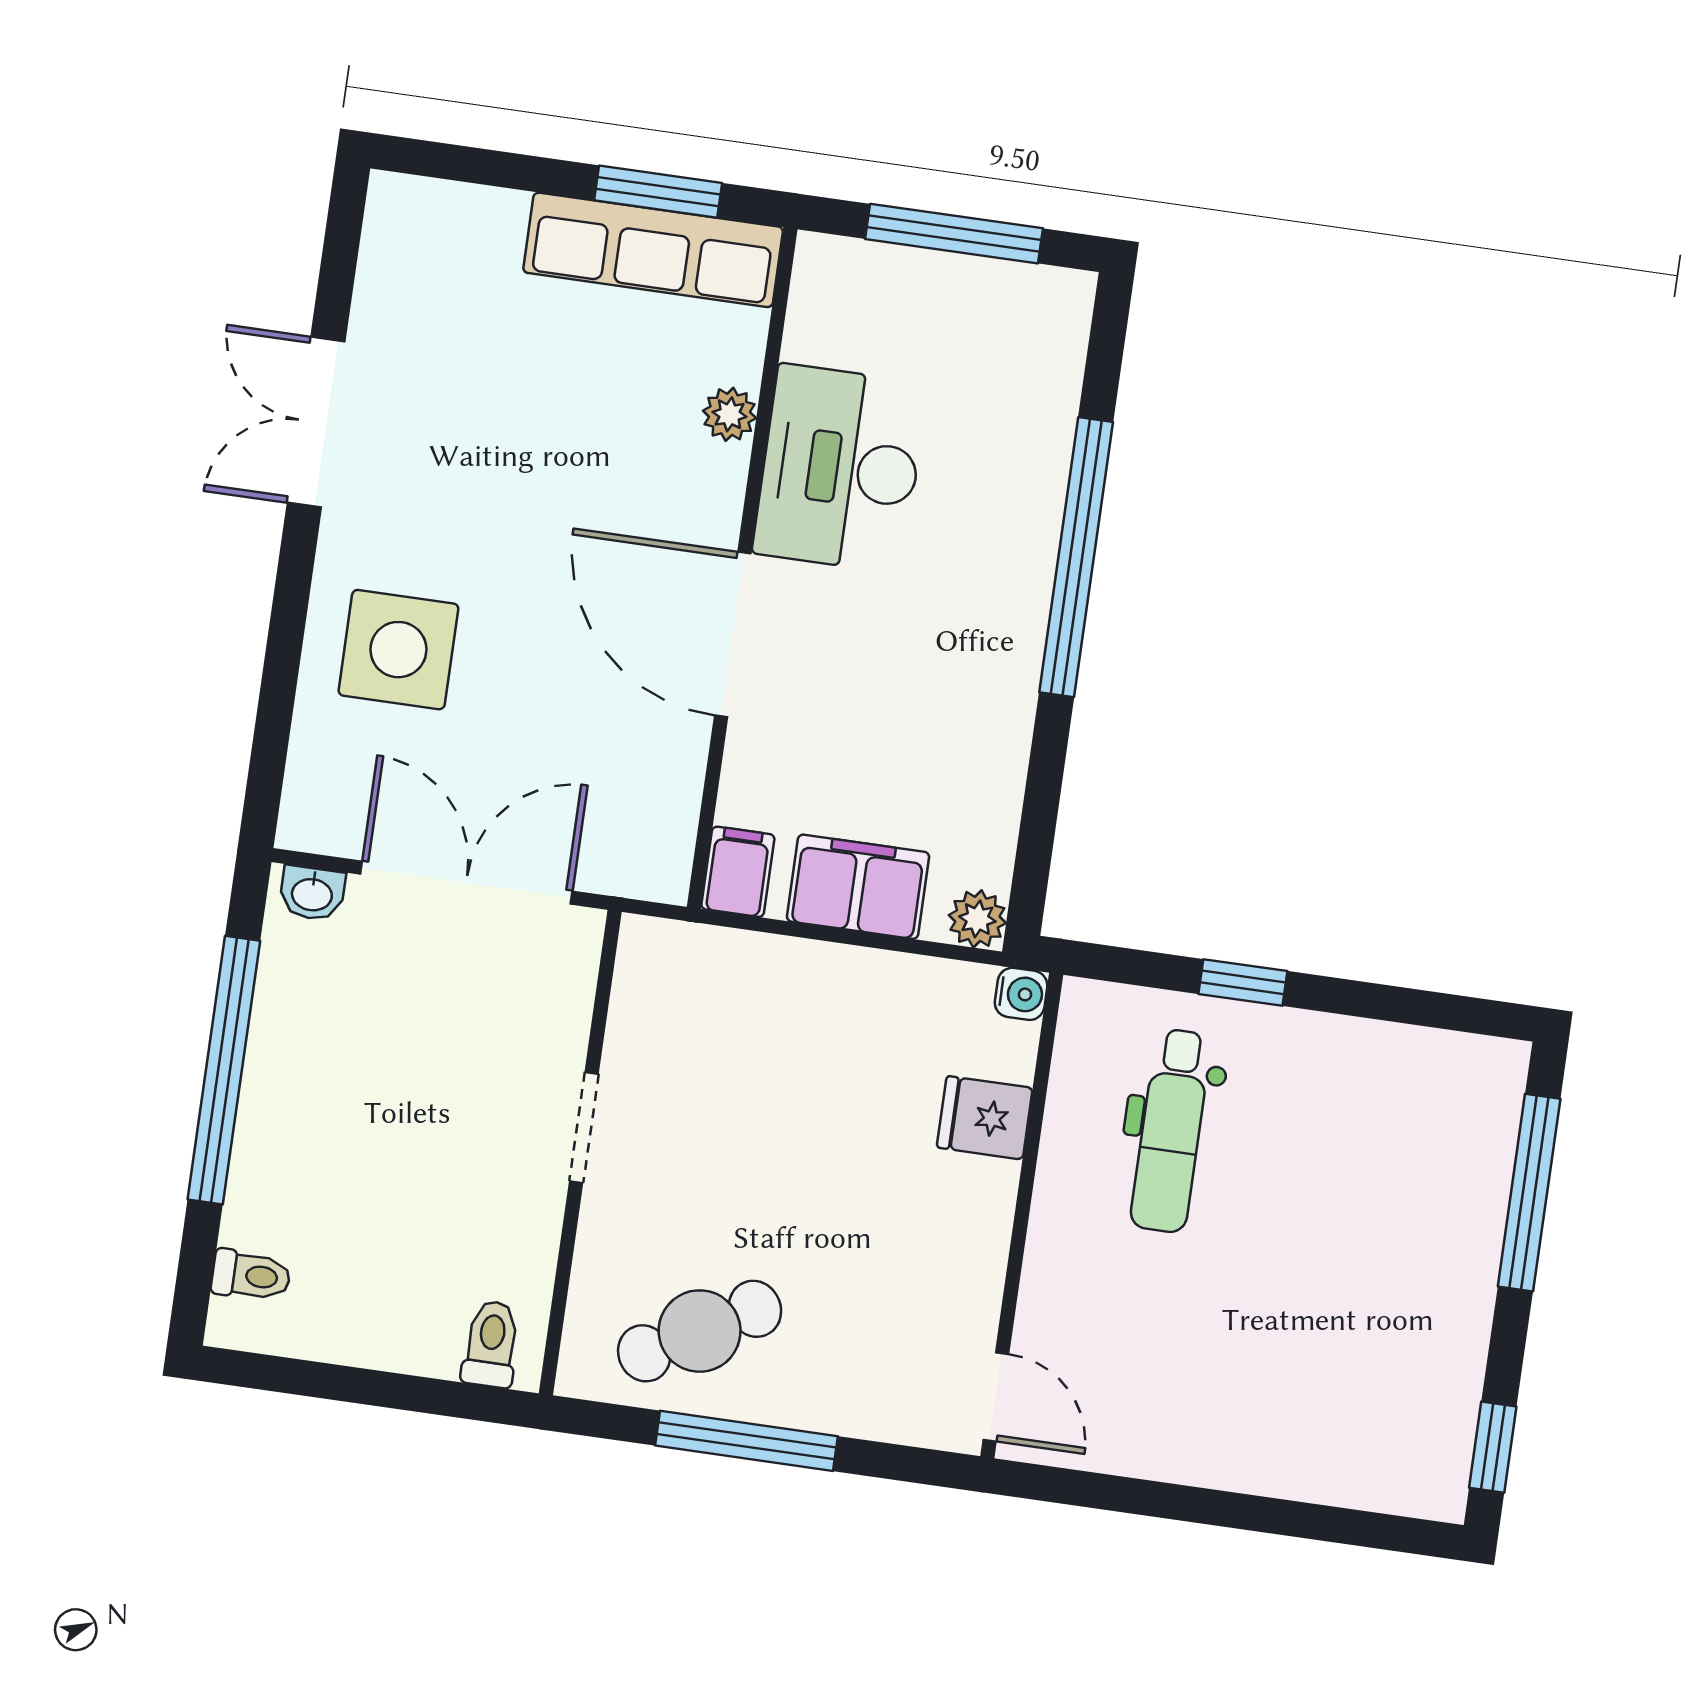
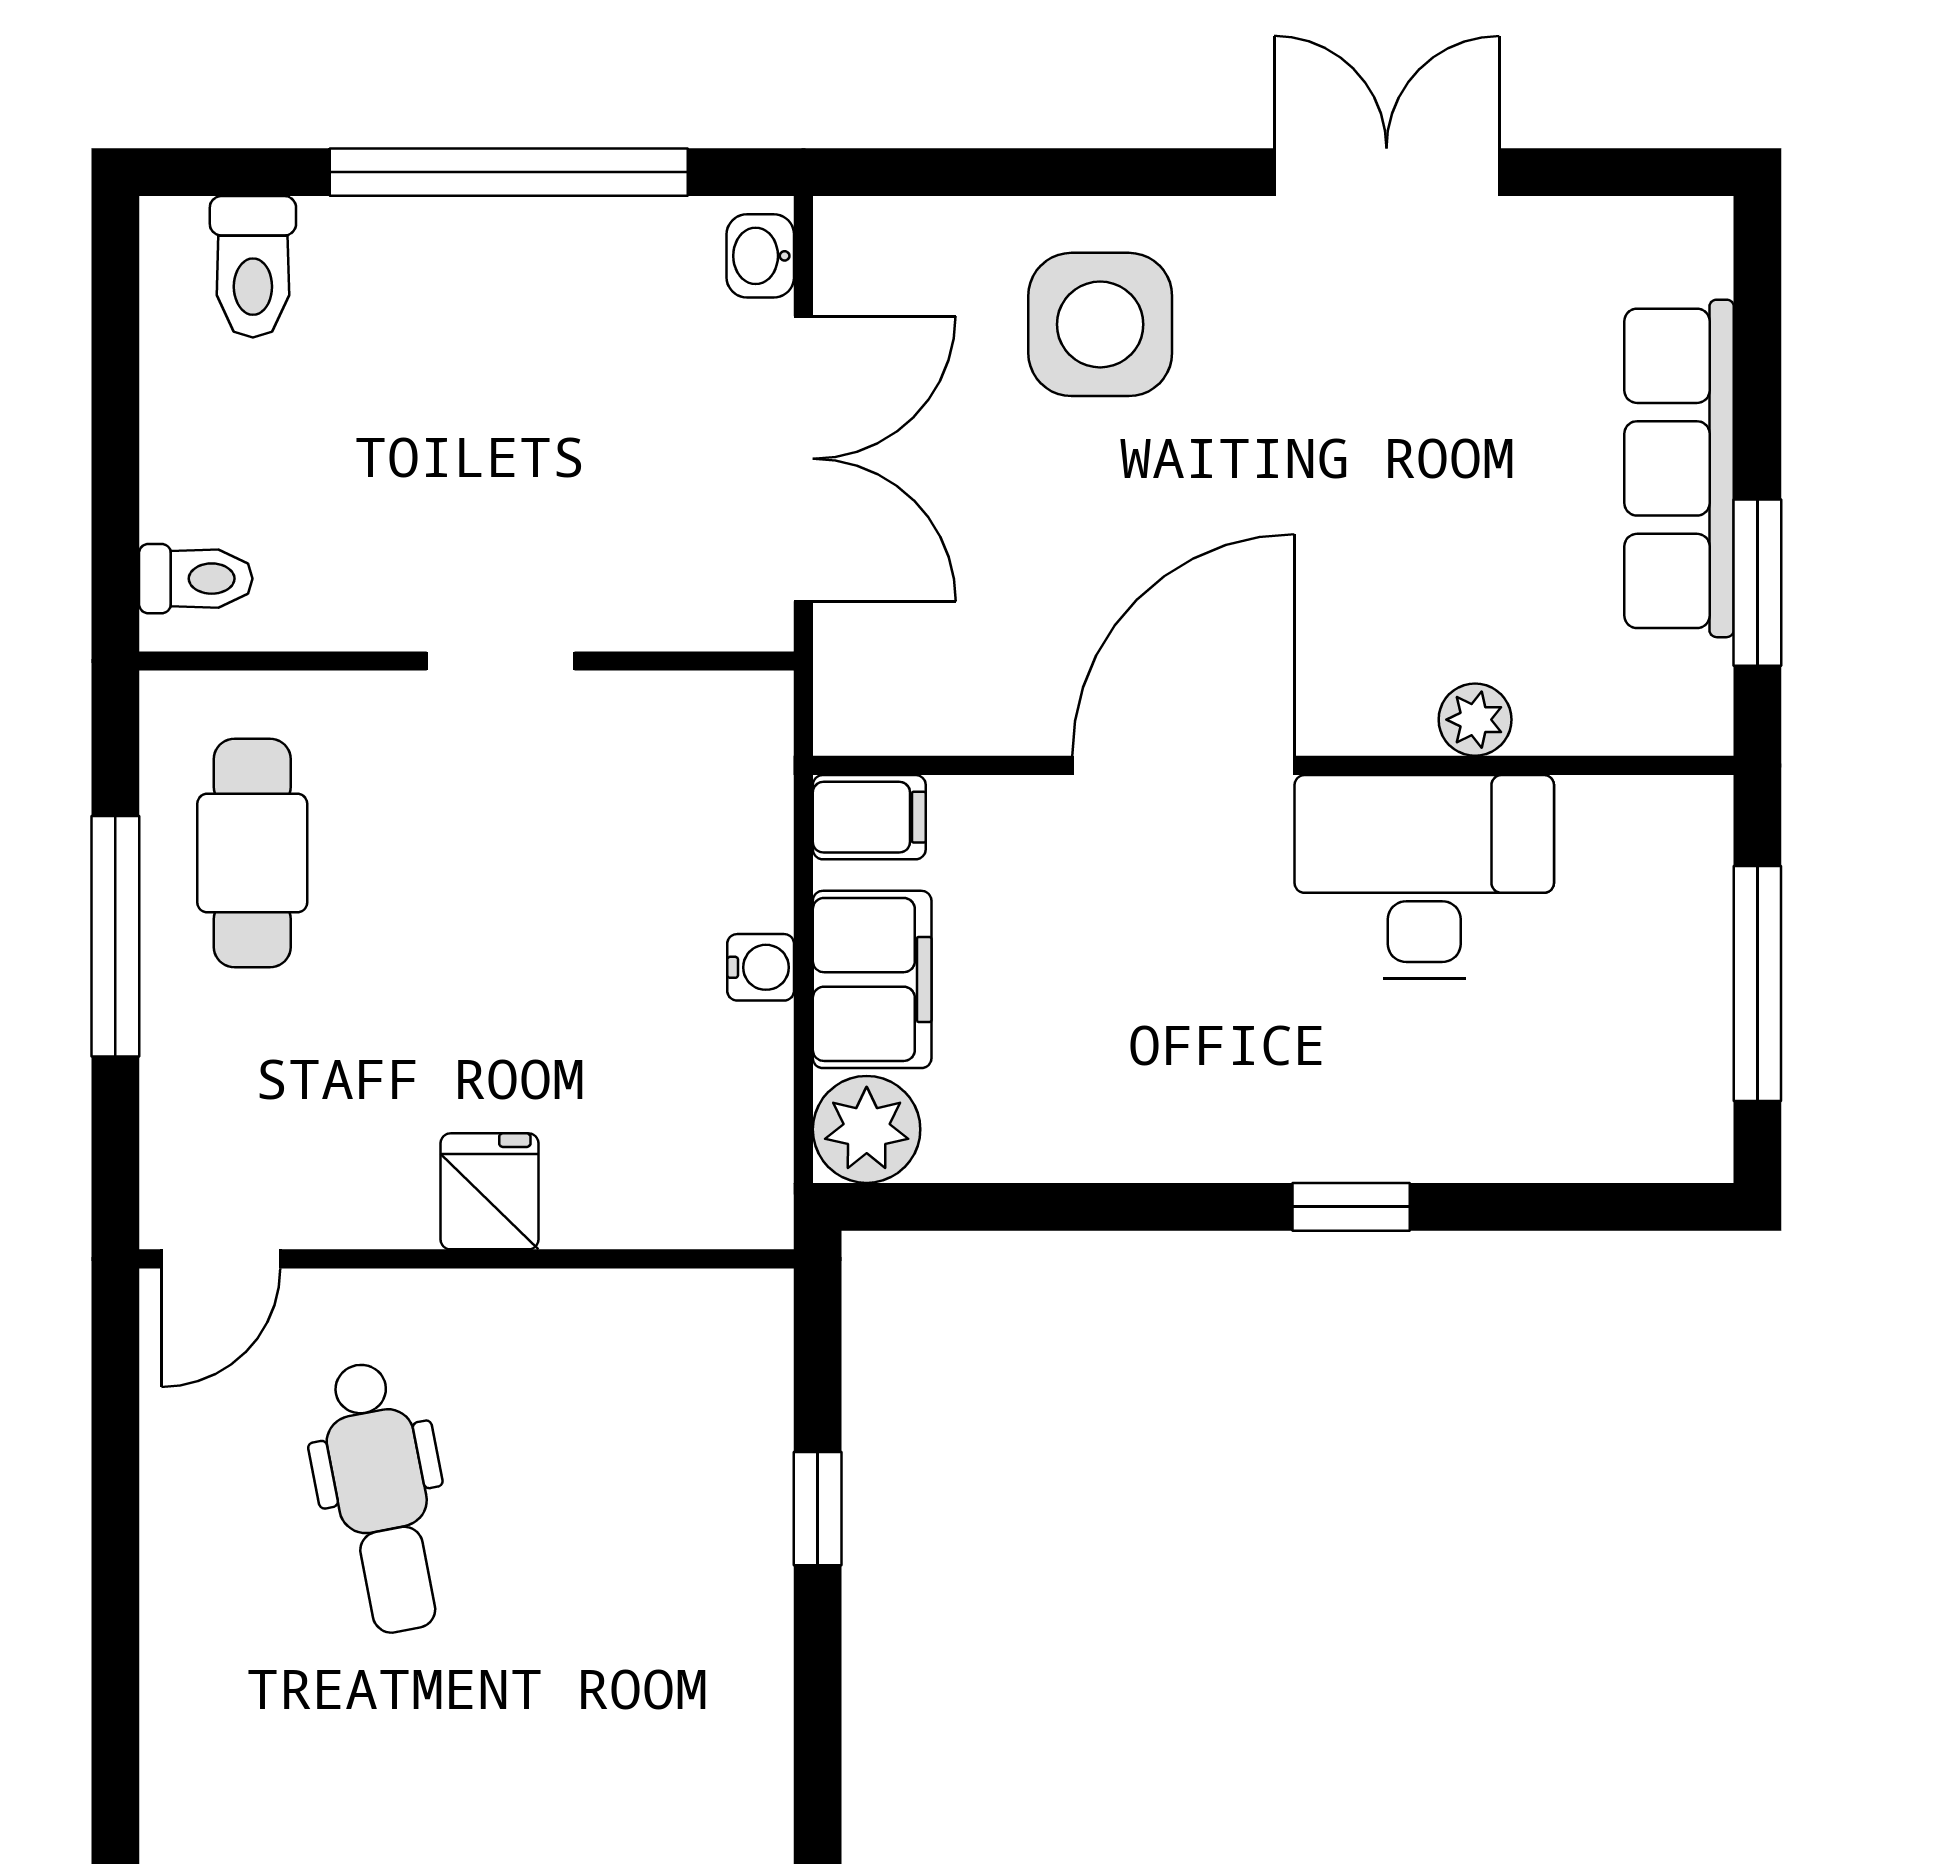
row of seats: (653, 250) -> (1679, 468), moved
window: (1076, 557) -> (1351, 1207), width x0.32
plant: (977, 919) -> (867, 1129), width x1.38, depth x1.38
water cooler: (1021, 994) -> (761, 967), moved, turned -90
fridge: (985, 1118) -> (489, 1191), moved
dental chair: (1171, 1131) -> (382, 1498), moved, turned -101
toilet: (251, 1275) -> (253, 267), width x1.37, depth x1.39
cafe table: (700, 1331) -> (252, 853), turned 30

